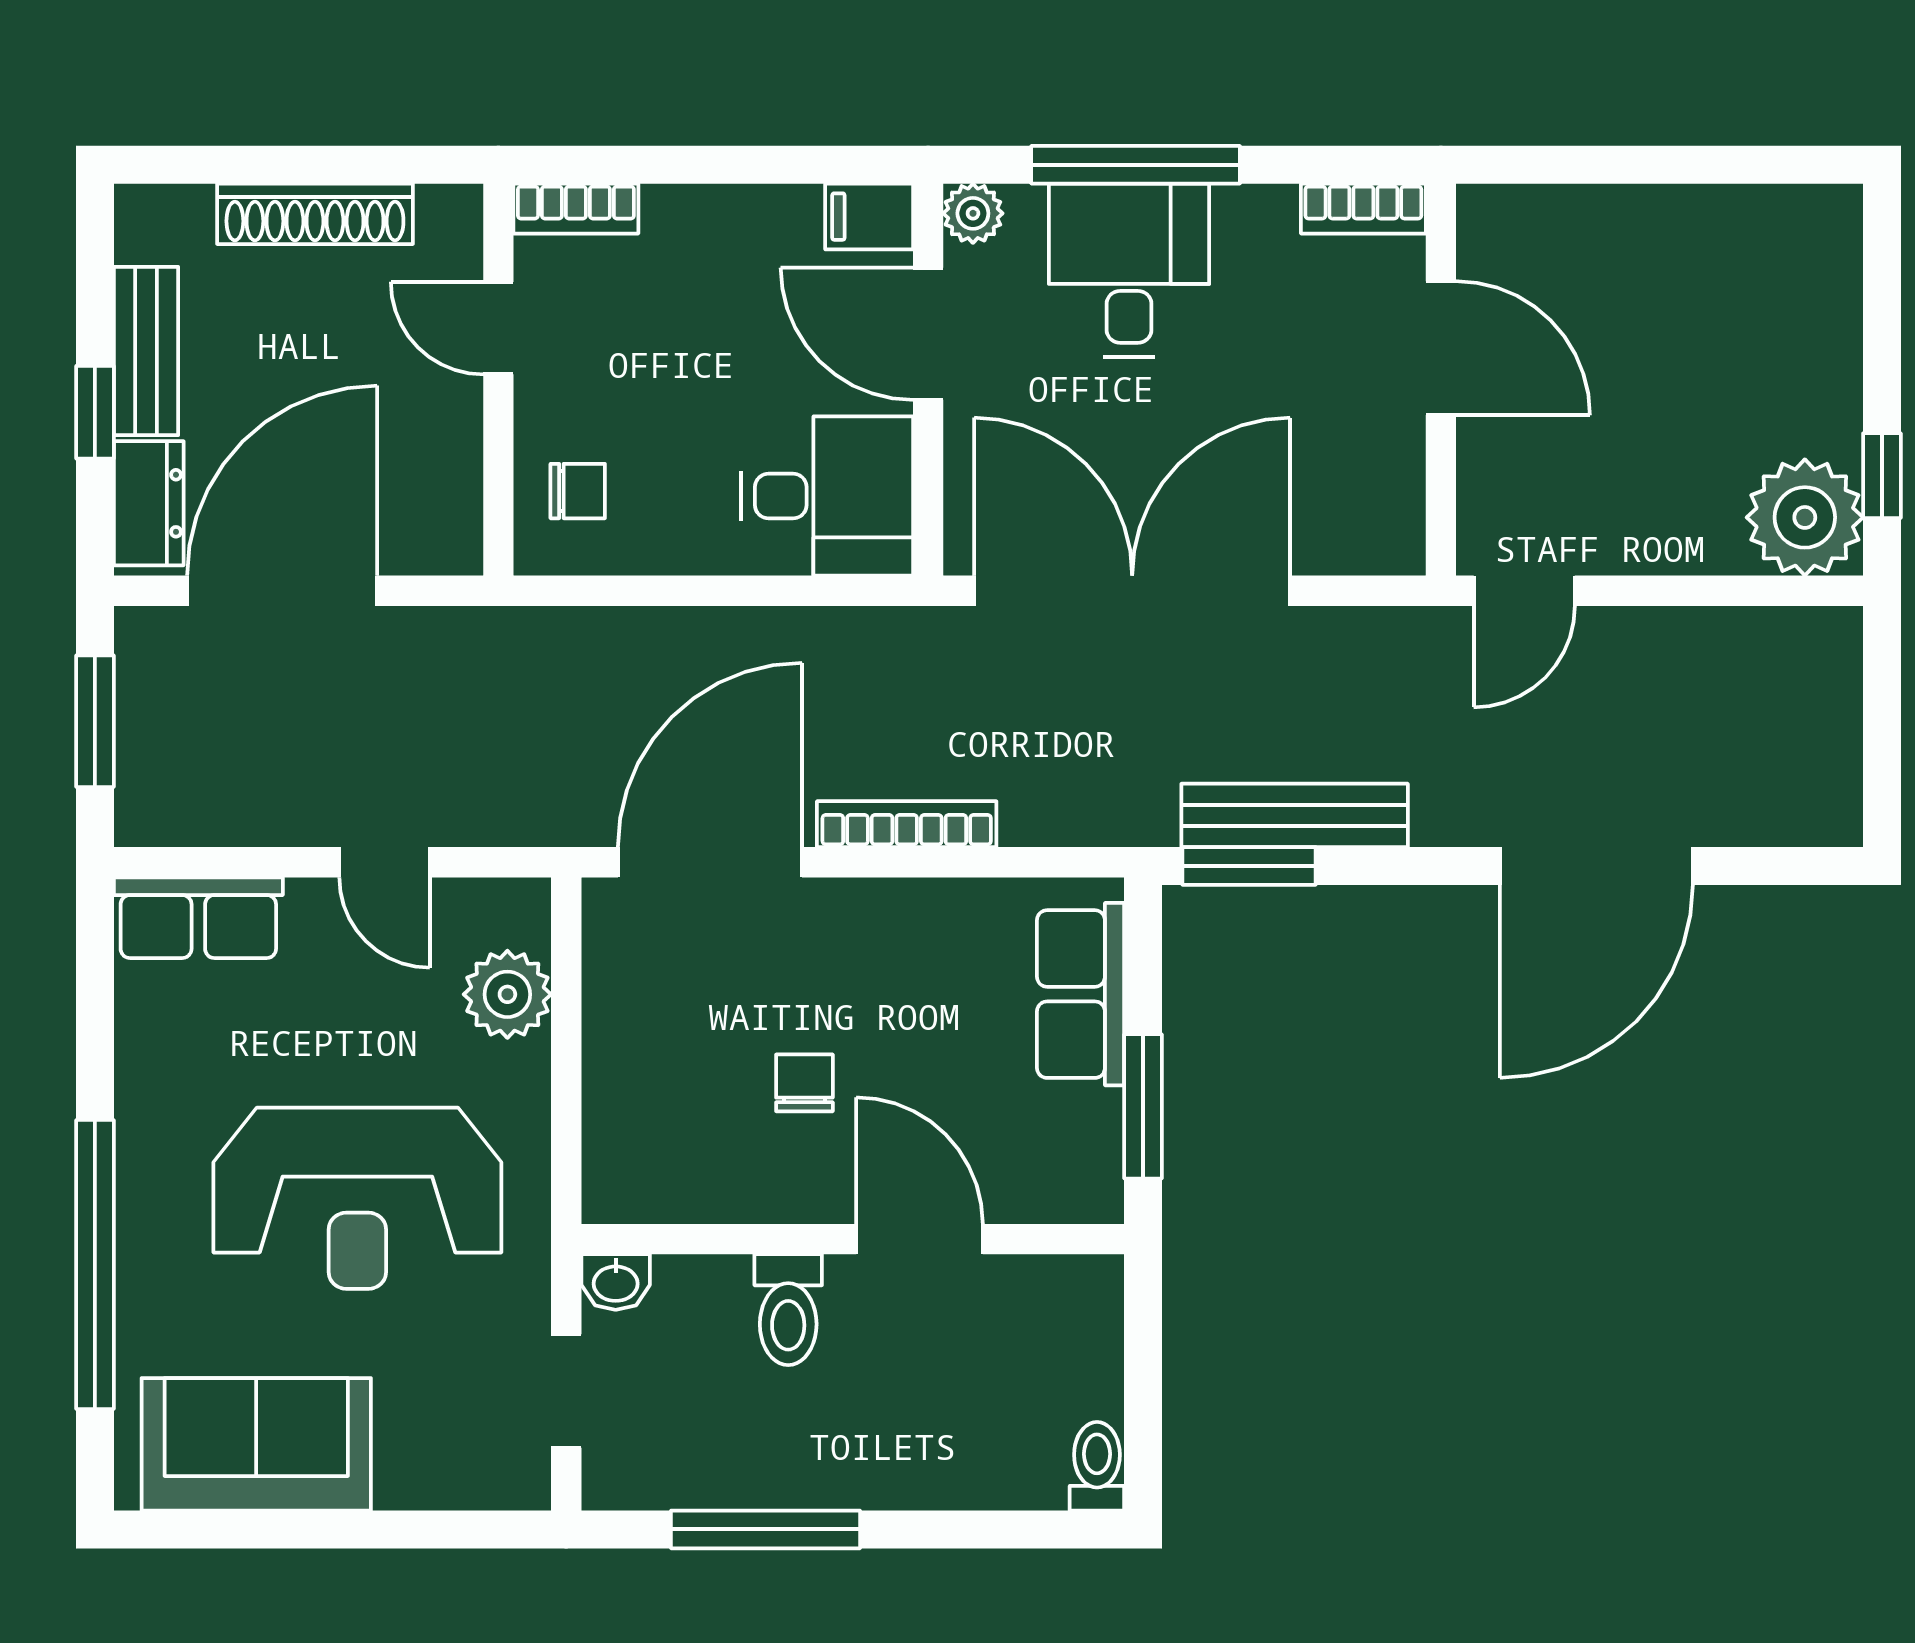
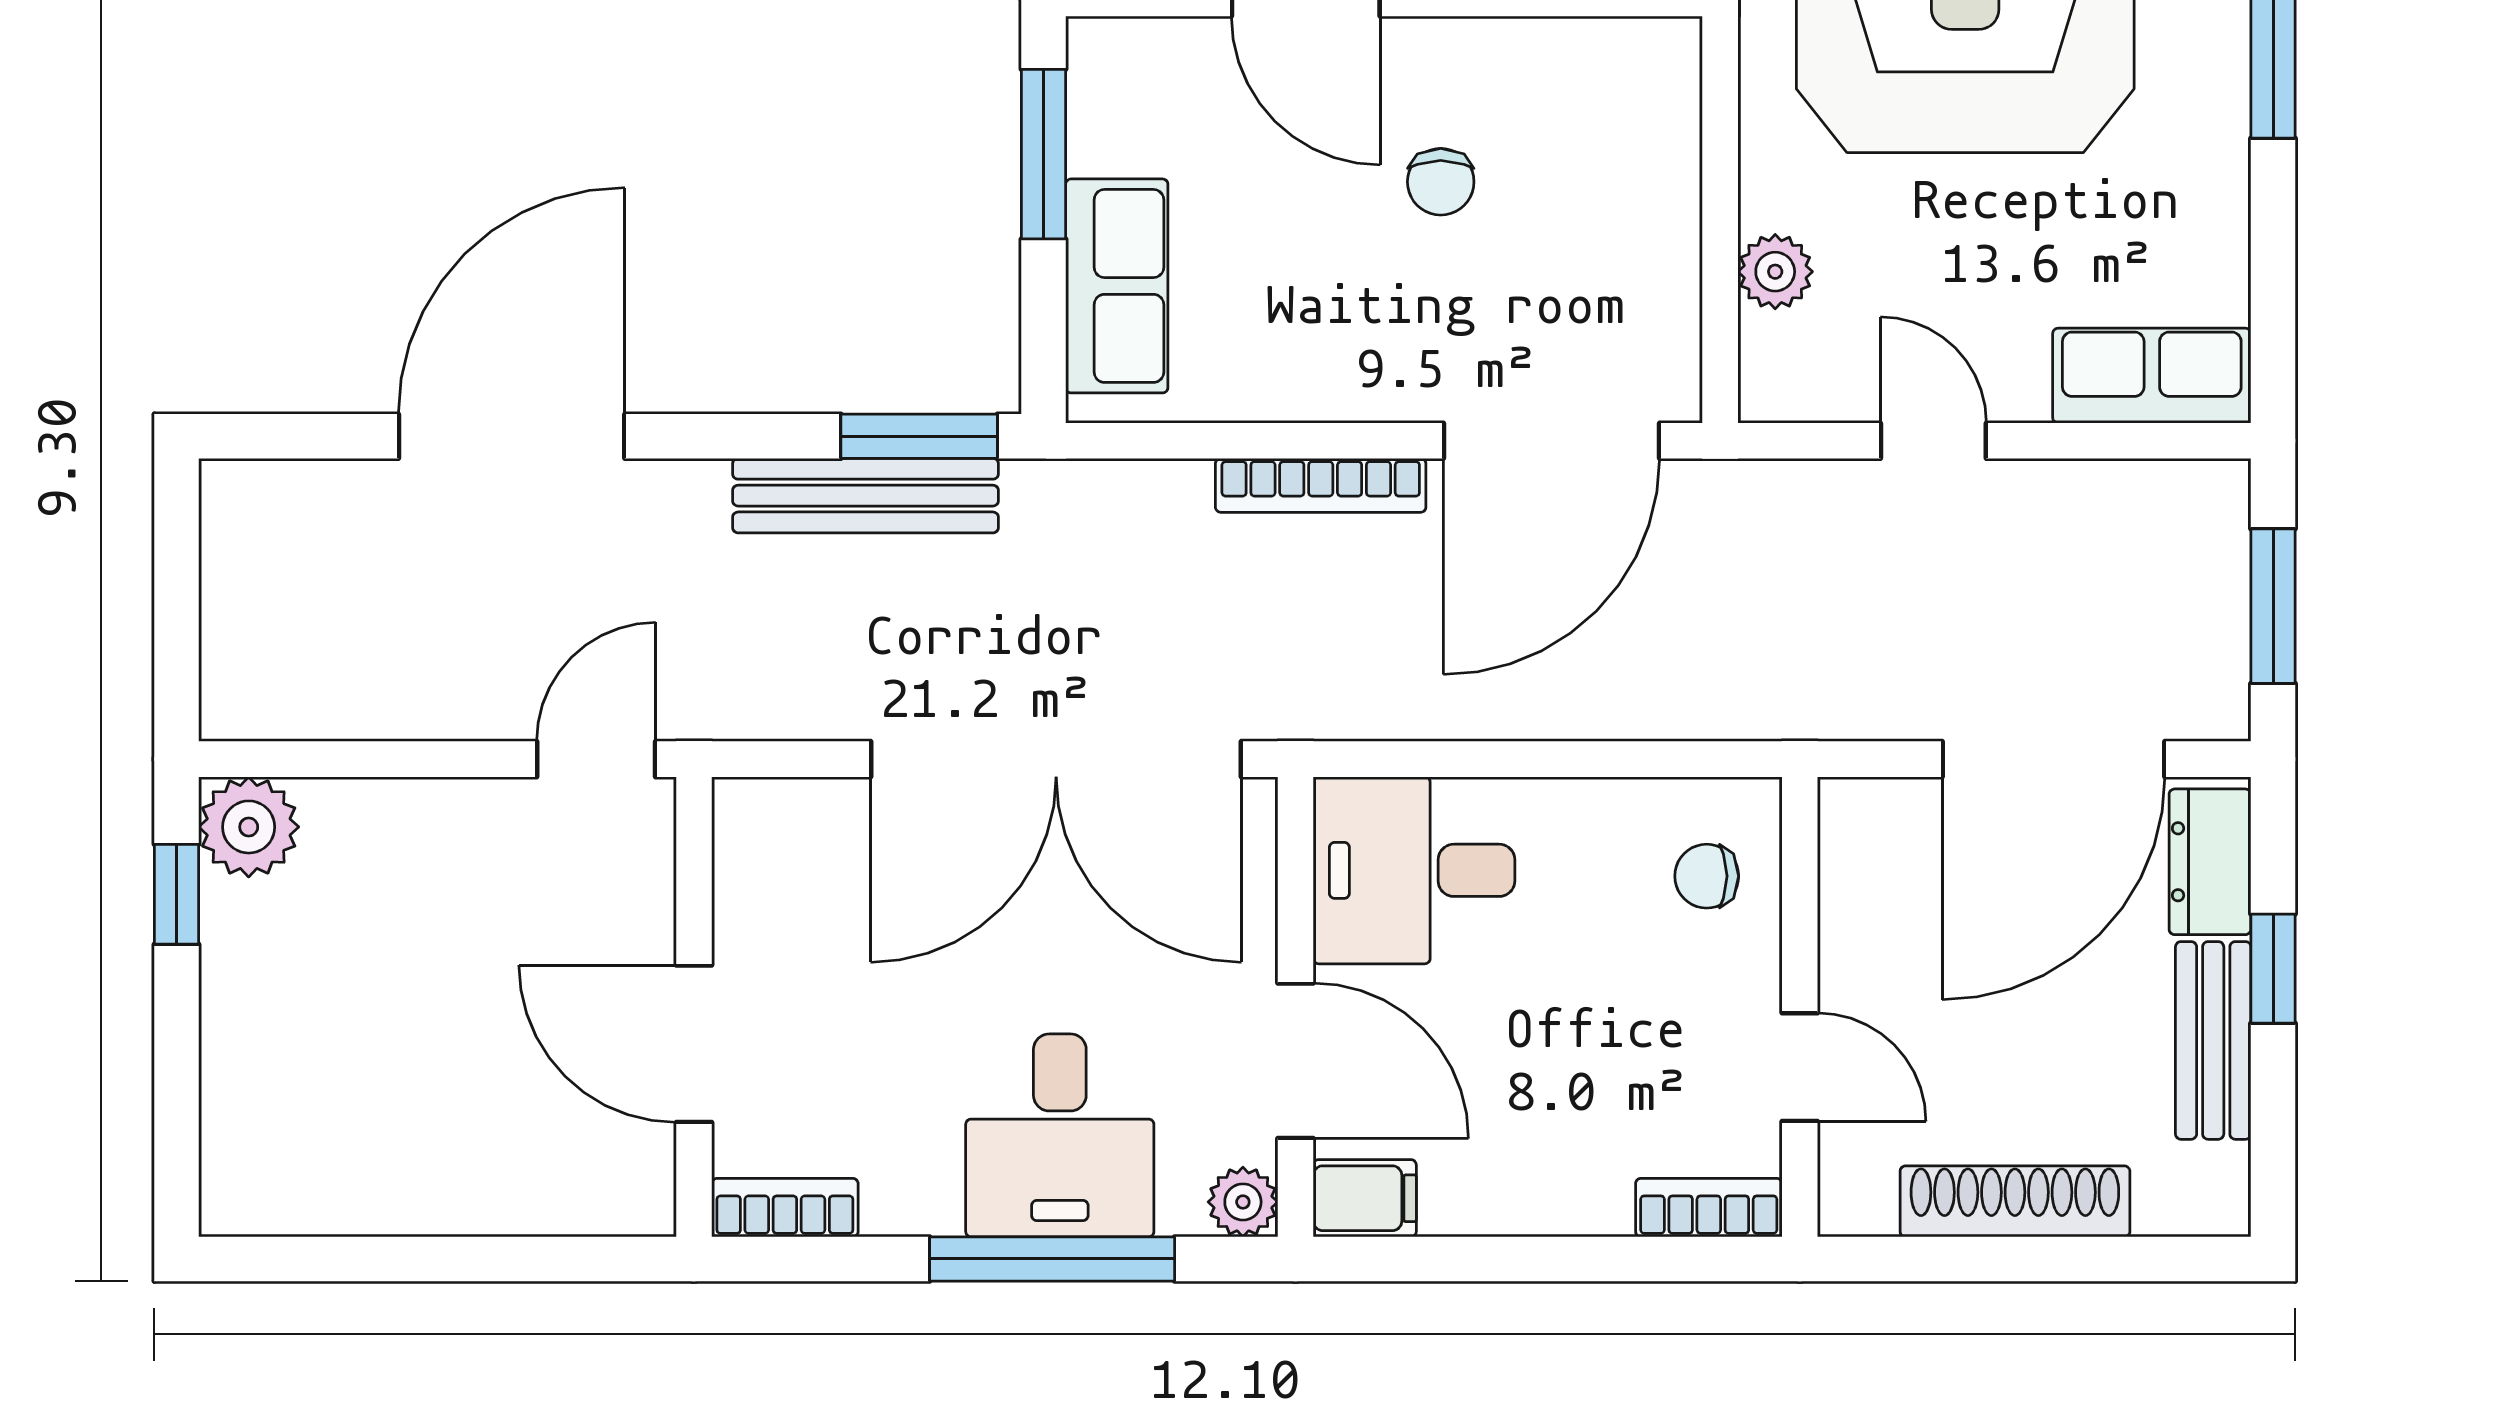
plant: (1805, 517) -> (249, 827), width x0.73, depth x0.73
plant: (507, 994) -> (1775, 272), width x0.73, depth x0.73

